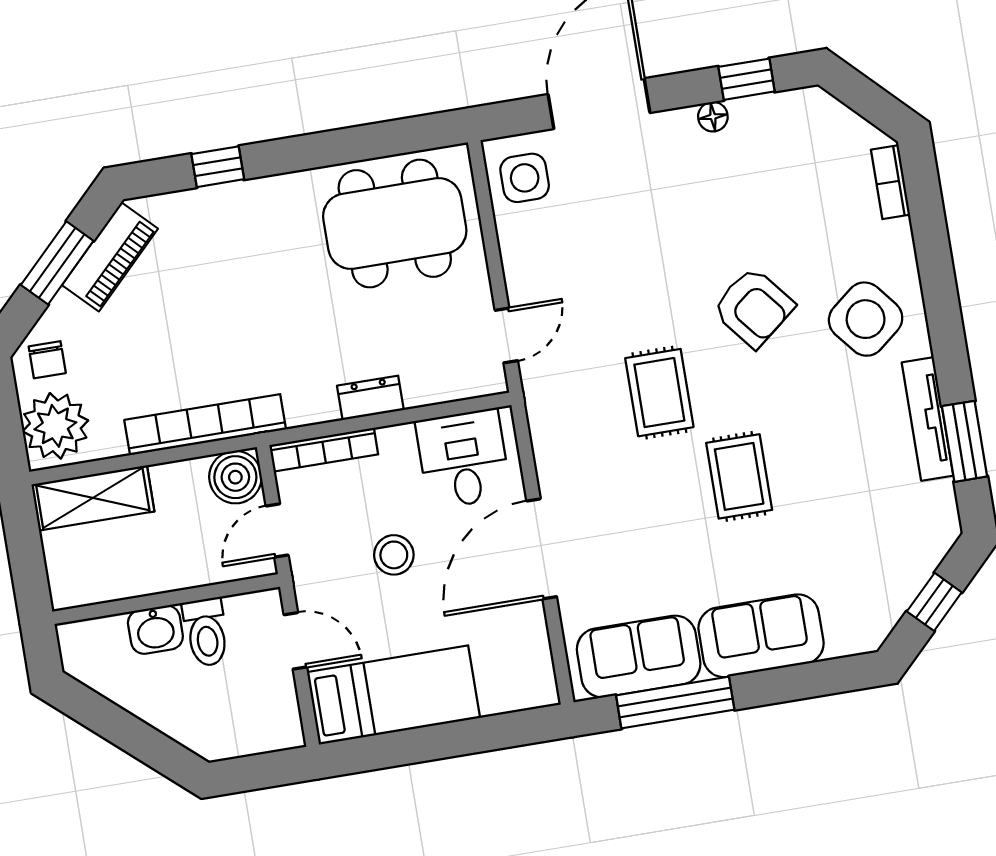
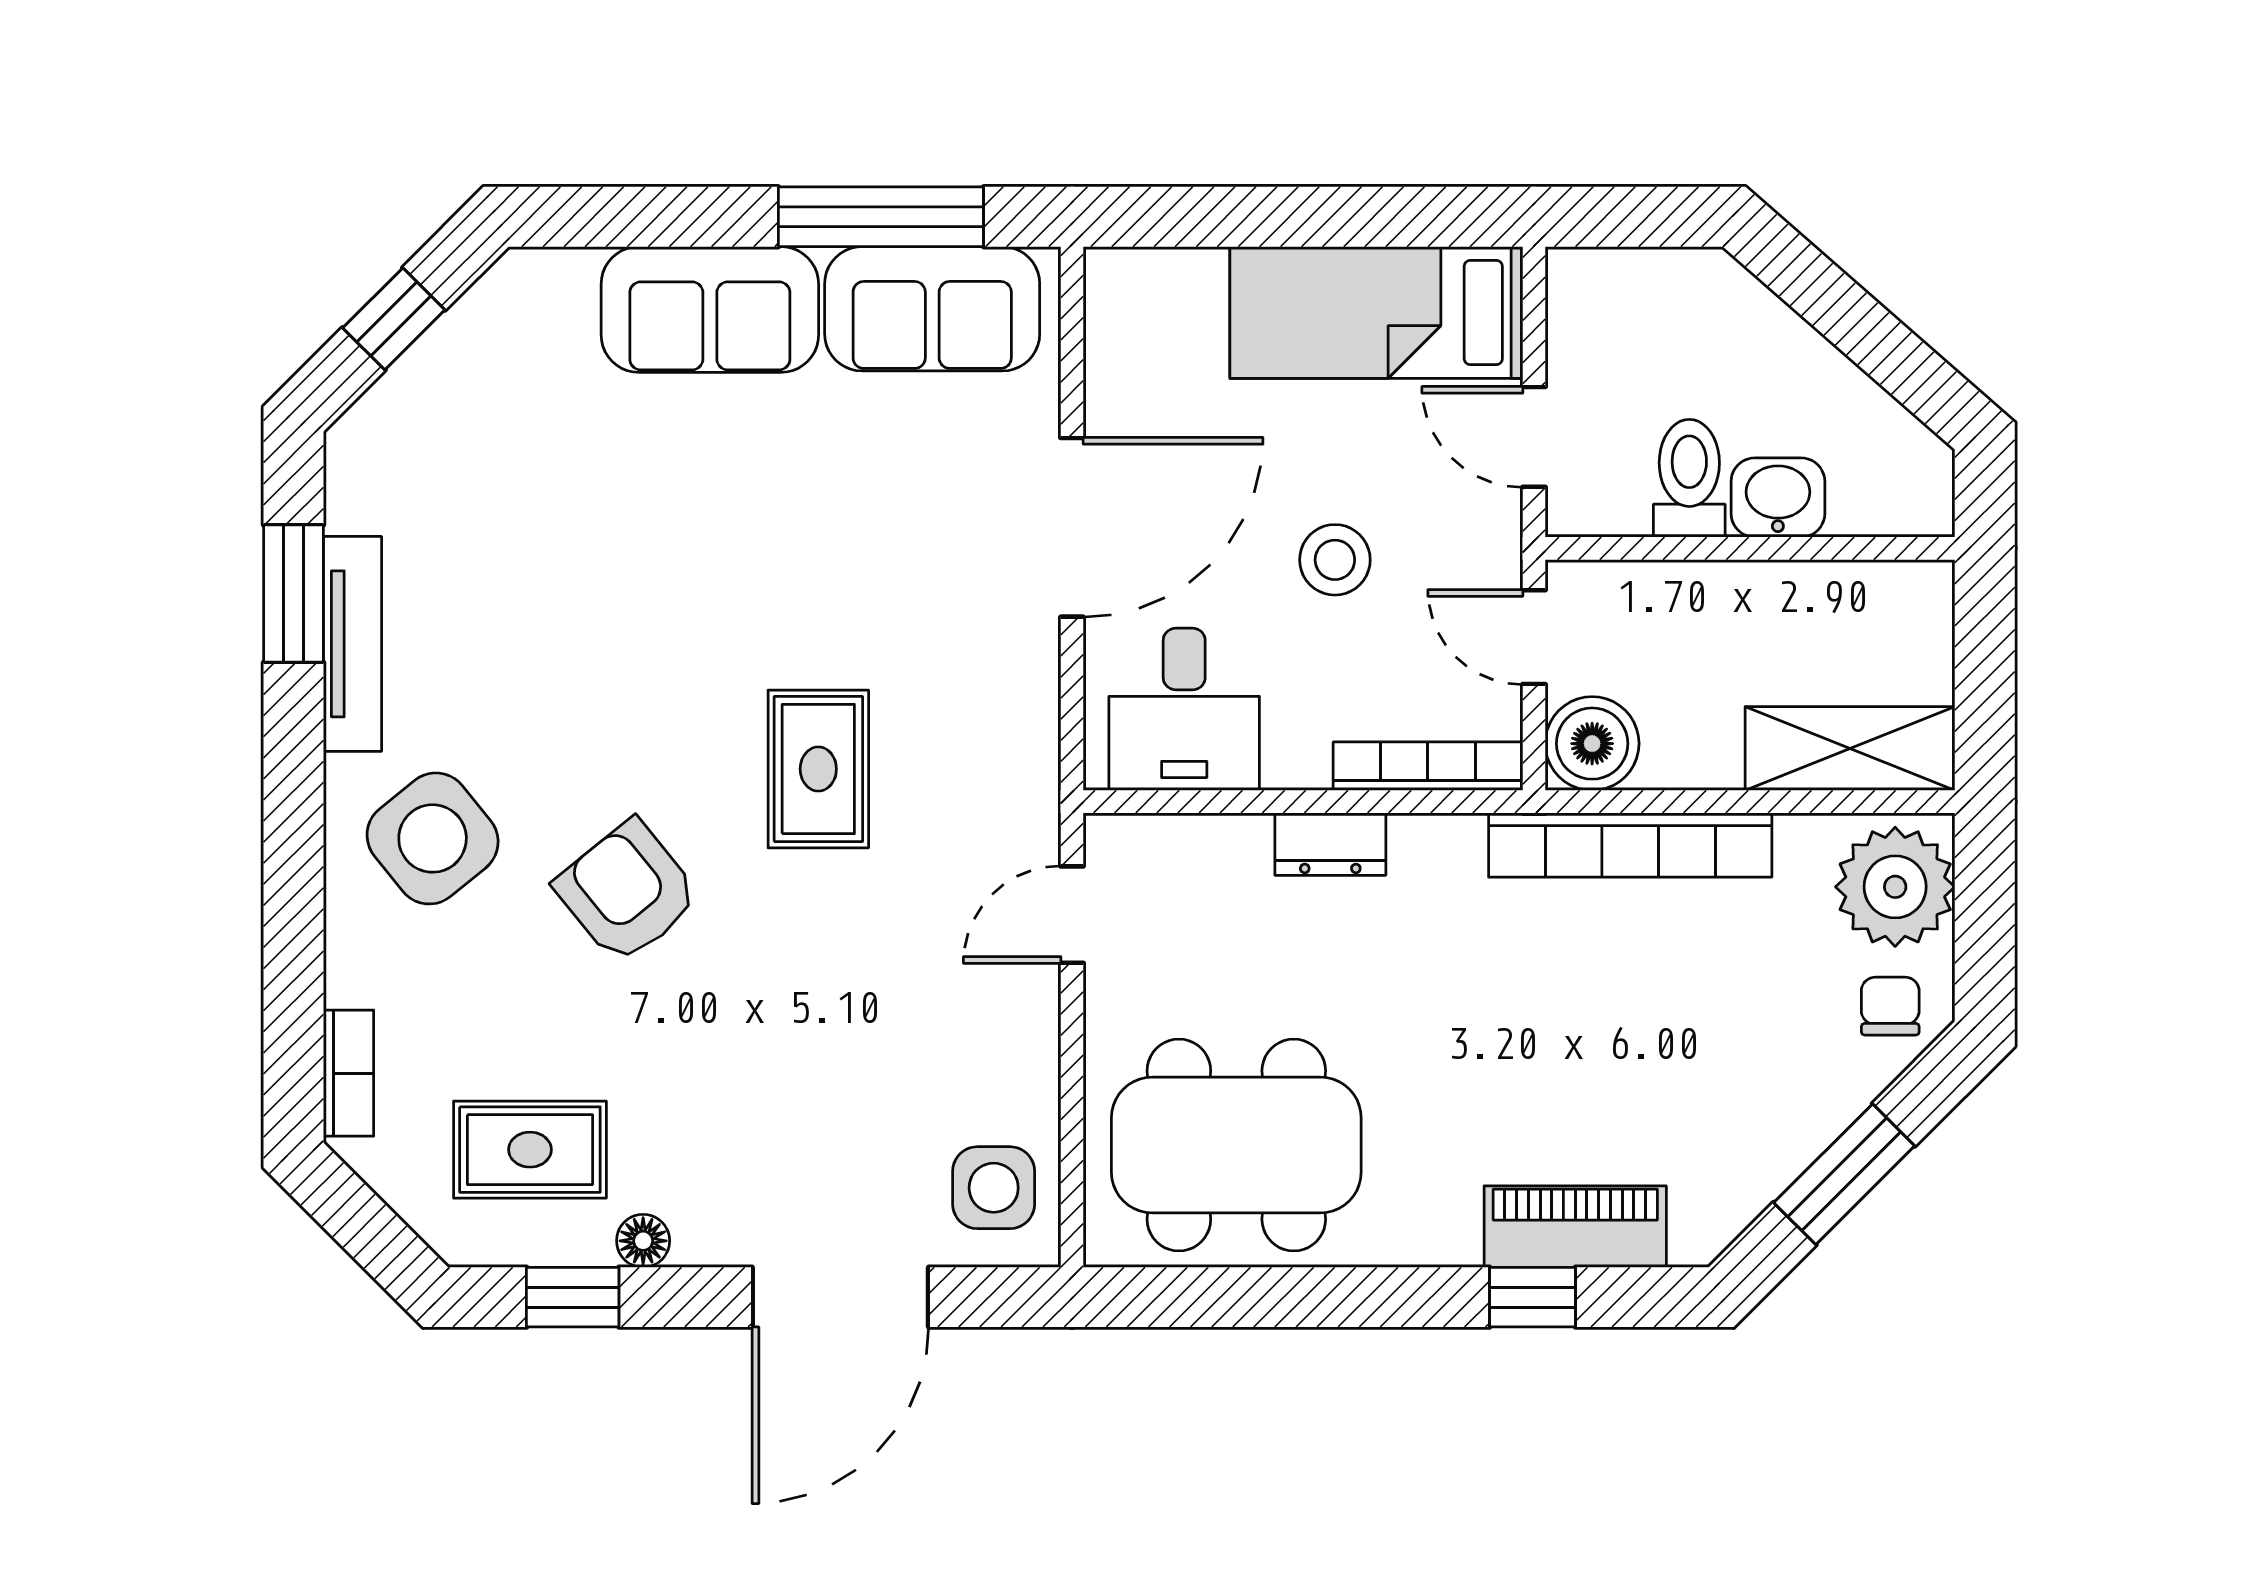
piano: (110, 257) -> (1575, 1227), moved, turned 45
rug: (739, 476) -> (530, 1150), moved, turned 90
door: (277, 530) -> (1534, 637), swing flipped

